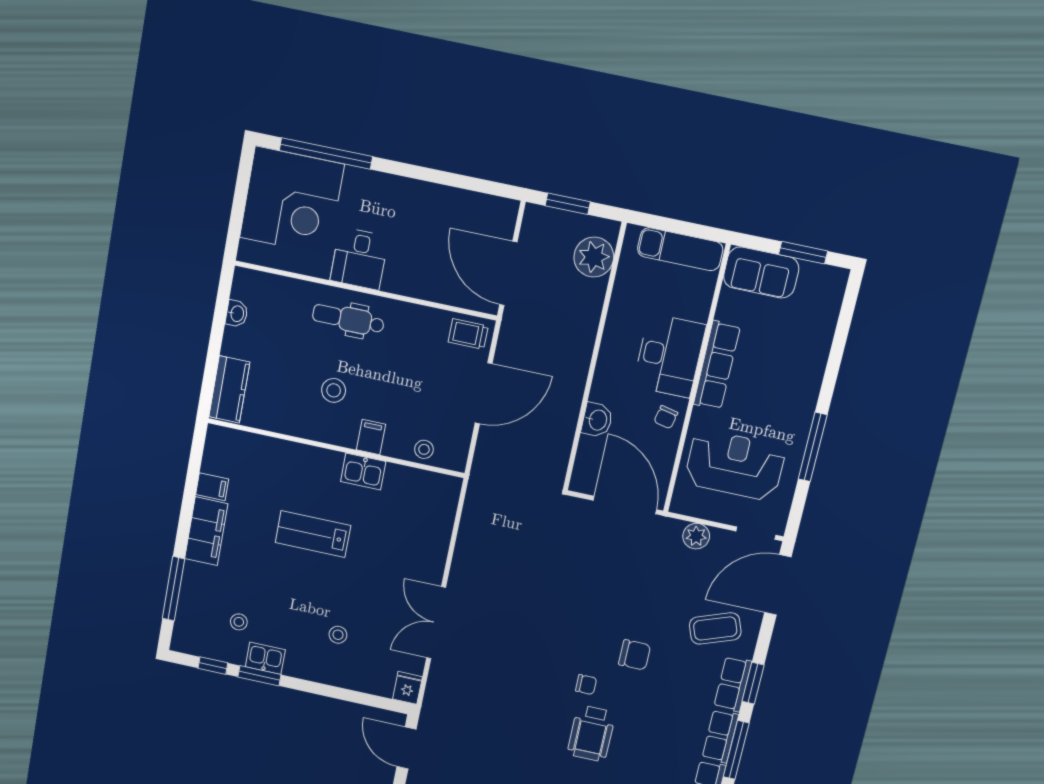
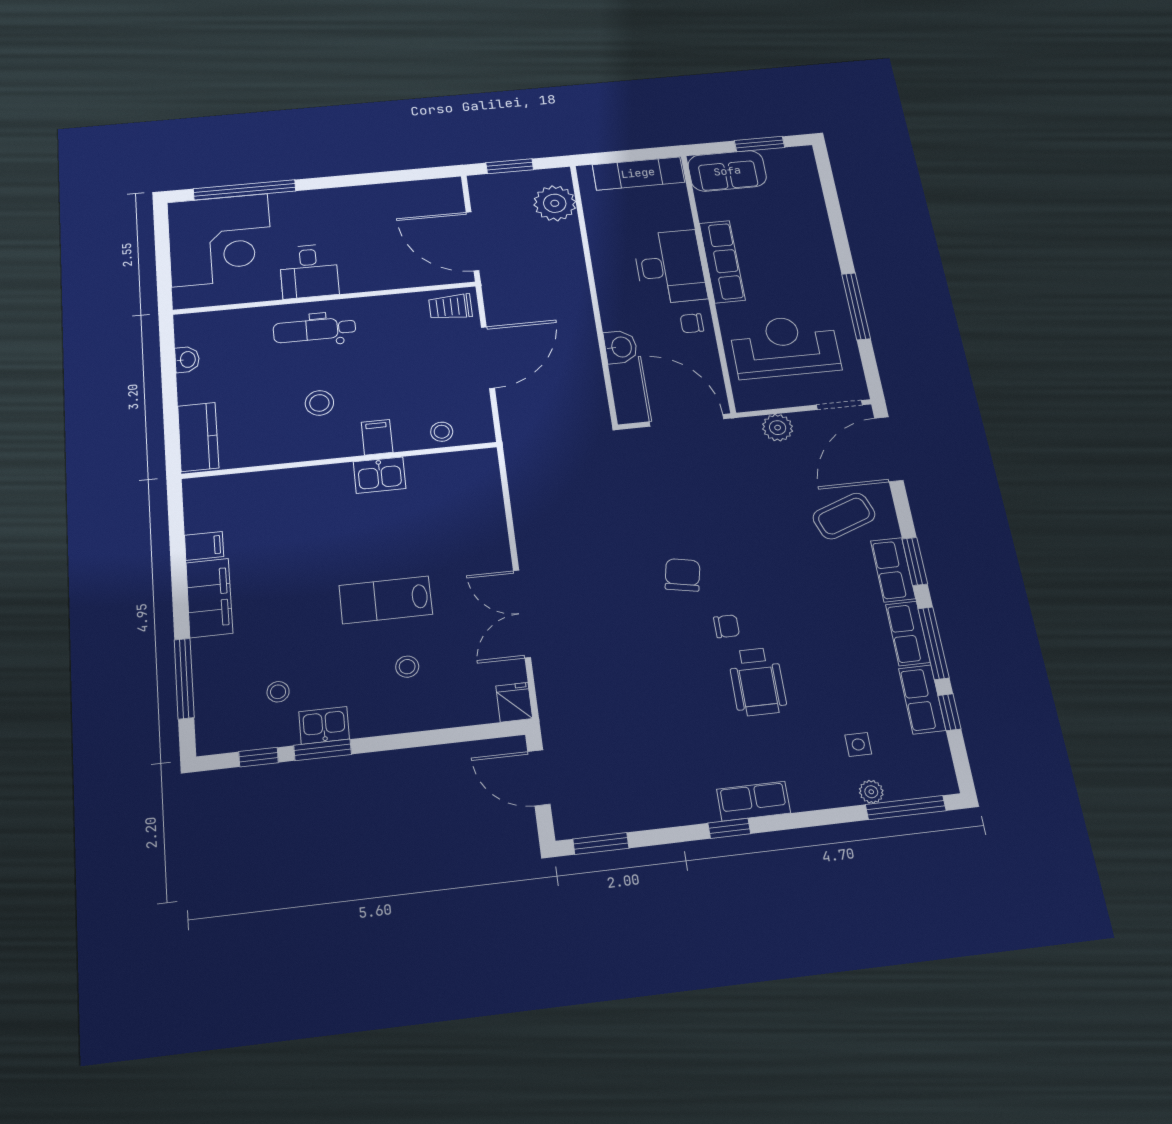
chair: (666, 417) -> (692, 323), turned 78
lab bench: (313, 534) -> (386, 600), moved
chair: (635, 655) -> (683, 575), moved, turned -79

